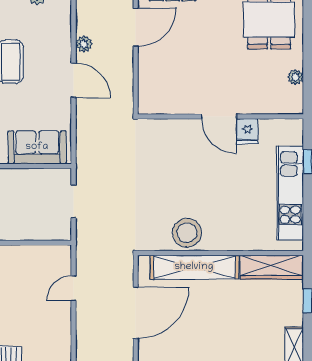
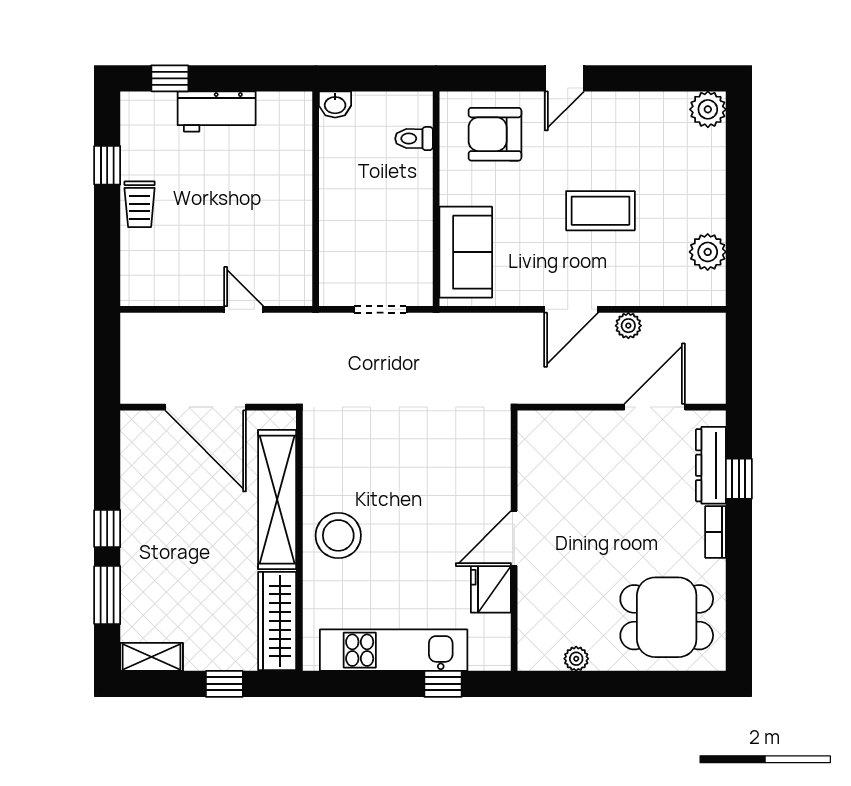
door: (136, 27) -> (655, 407), swing flipped
fridge: (247, 131) -> (491, 589), width x1.38
stool: (187, 233) -> (338, 535), moved

